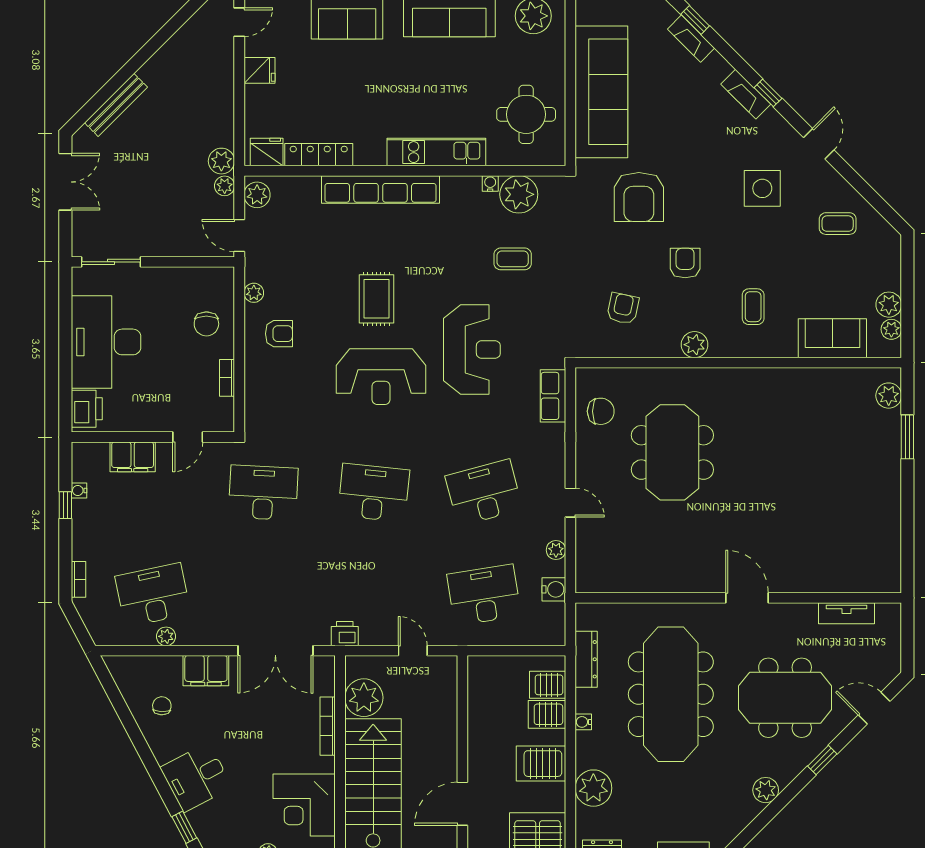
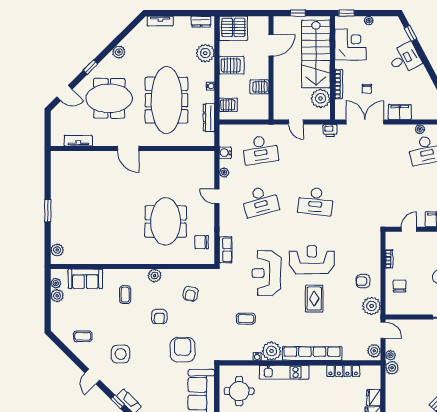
fridge: (267, 152) -> (374, 398), moved, turned 90
plant: (519, 194) -> (272, 351), moved
plant: (254, 293) -> (372, 306), width x1.88, depth x1.88
window: (907, 437) -> (48, 211), moved
desk: (263, 493) -> (371, 201), removed
chair: (162, 706) -> (367, 89), moved
server rack: (547, 714) -> (259, 87), moved, turned 180

